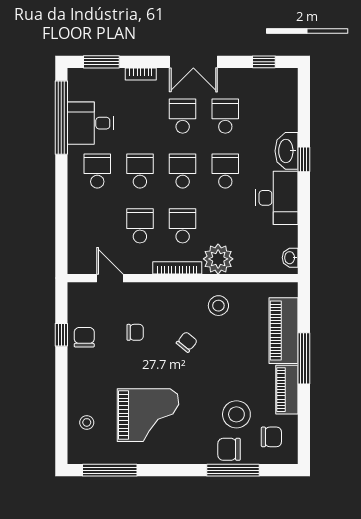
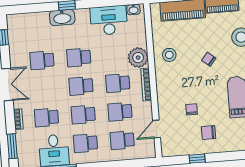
school desk: (183, 116) -> (47, 117), moved
desk: (277, 198) -> (109, 20), moved
school desk: (97, 226) -> (122, 140), added
chair: (84, 337) -> (209, 132), moved
chair: (187, 342) -> (209, 59), moved

